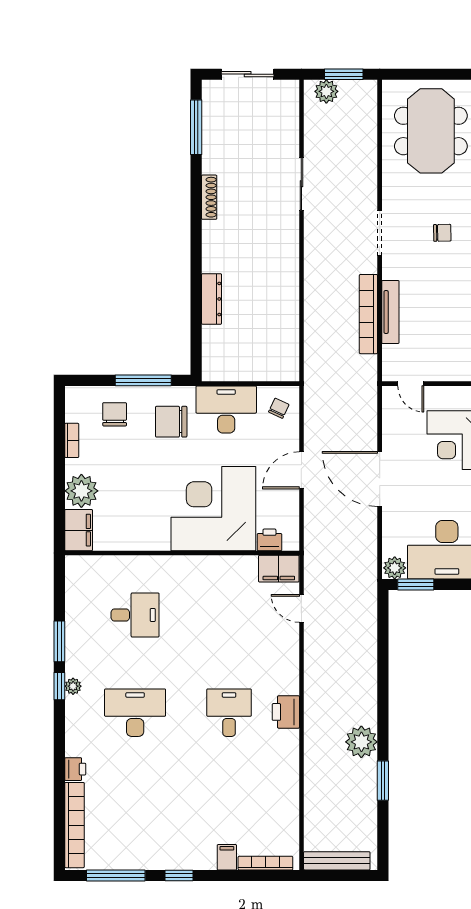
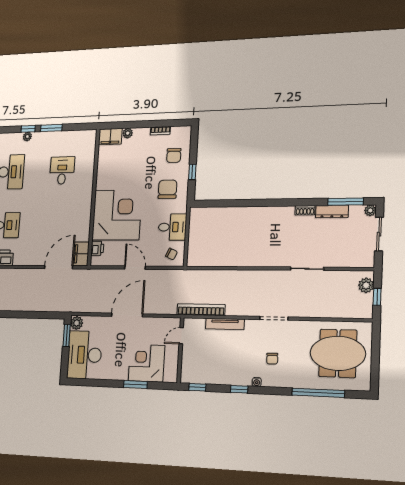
window: (344, 74) -> (377, 297), width x0.67
plant: (211, 89) -> (370, 210), added
shoe rack: (209, 197) -> (305, 210), width x0.70
dresser: (212, 299) -> (332, 211), moved
bookcase: (368, 314) -> (201, 310), moved
window: (143, 380) -> (192, 172), width x0.46
desk: (226, 410) -> (172, 227), width x0.73
chair: (115, 414) -> (174, 155), turned 90
plant: (81, 491) -> (128, 133), width x0.53, depth x0.53
door: (301, 608) -> (59, 267), width x1.88
desk: (135, 615) -> (62, 170), turned 180

